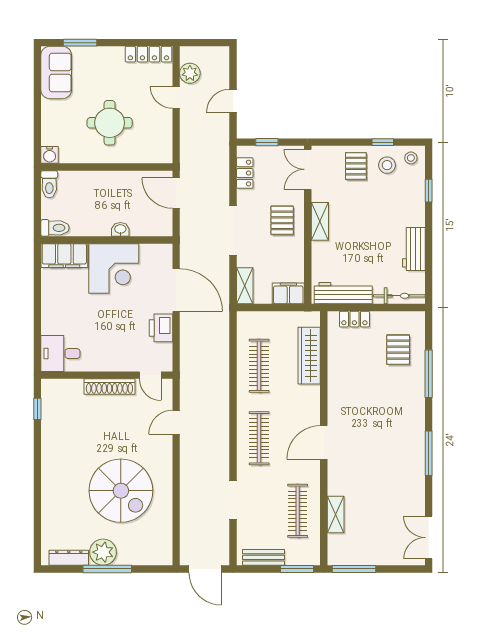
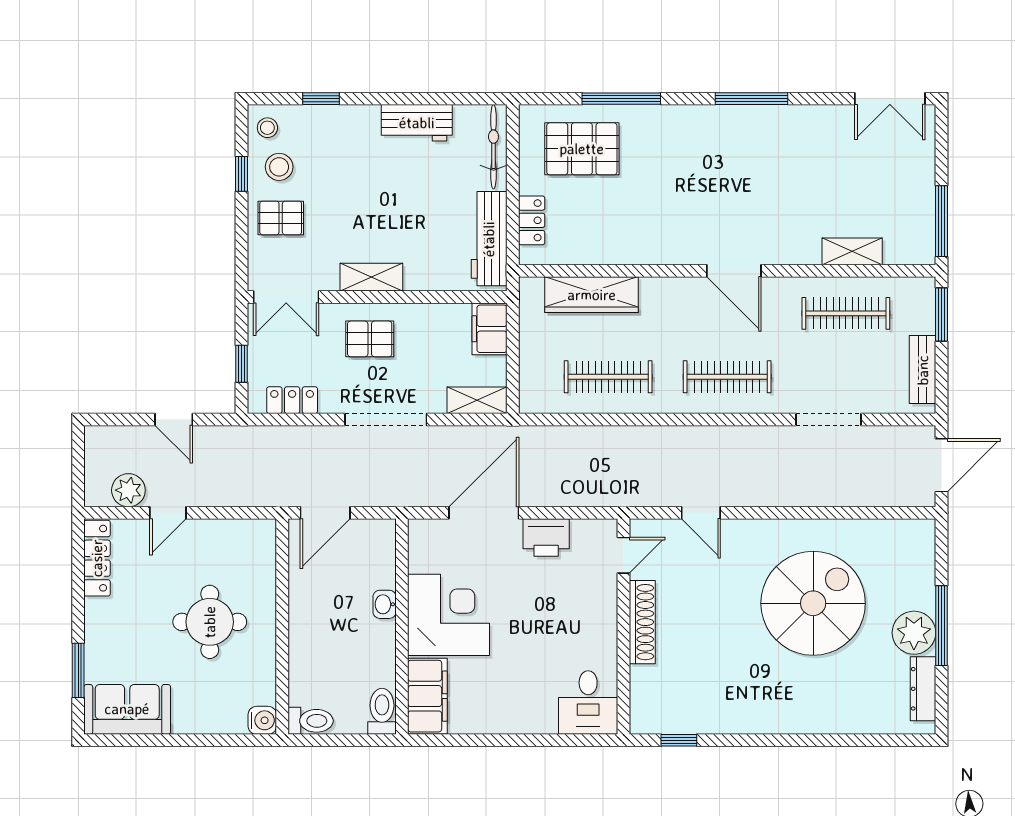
pallet: (398, 350) -> (582, 149), width x1.50, depth x1.42

